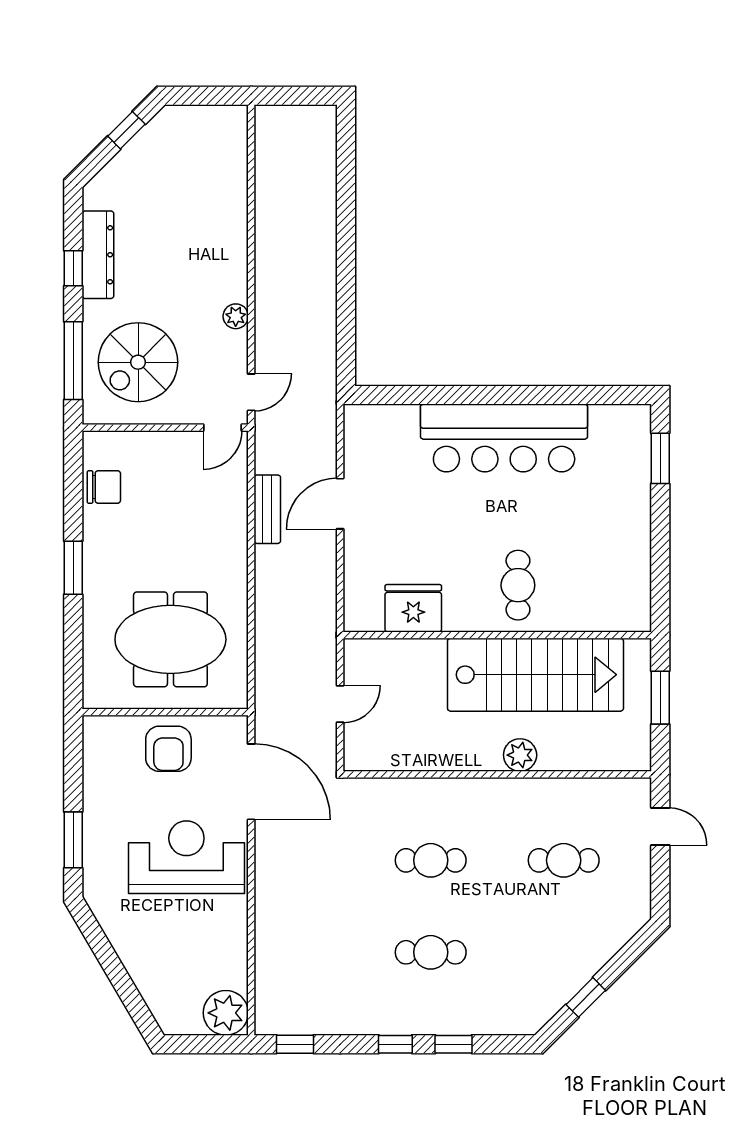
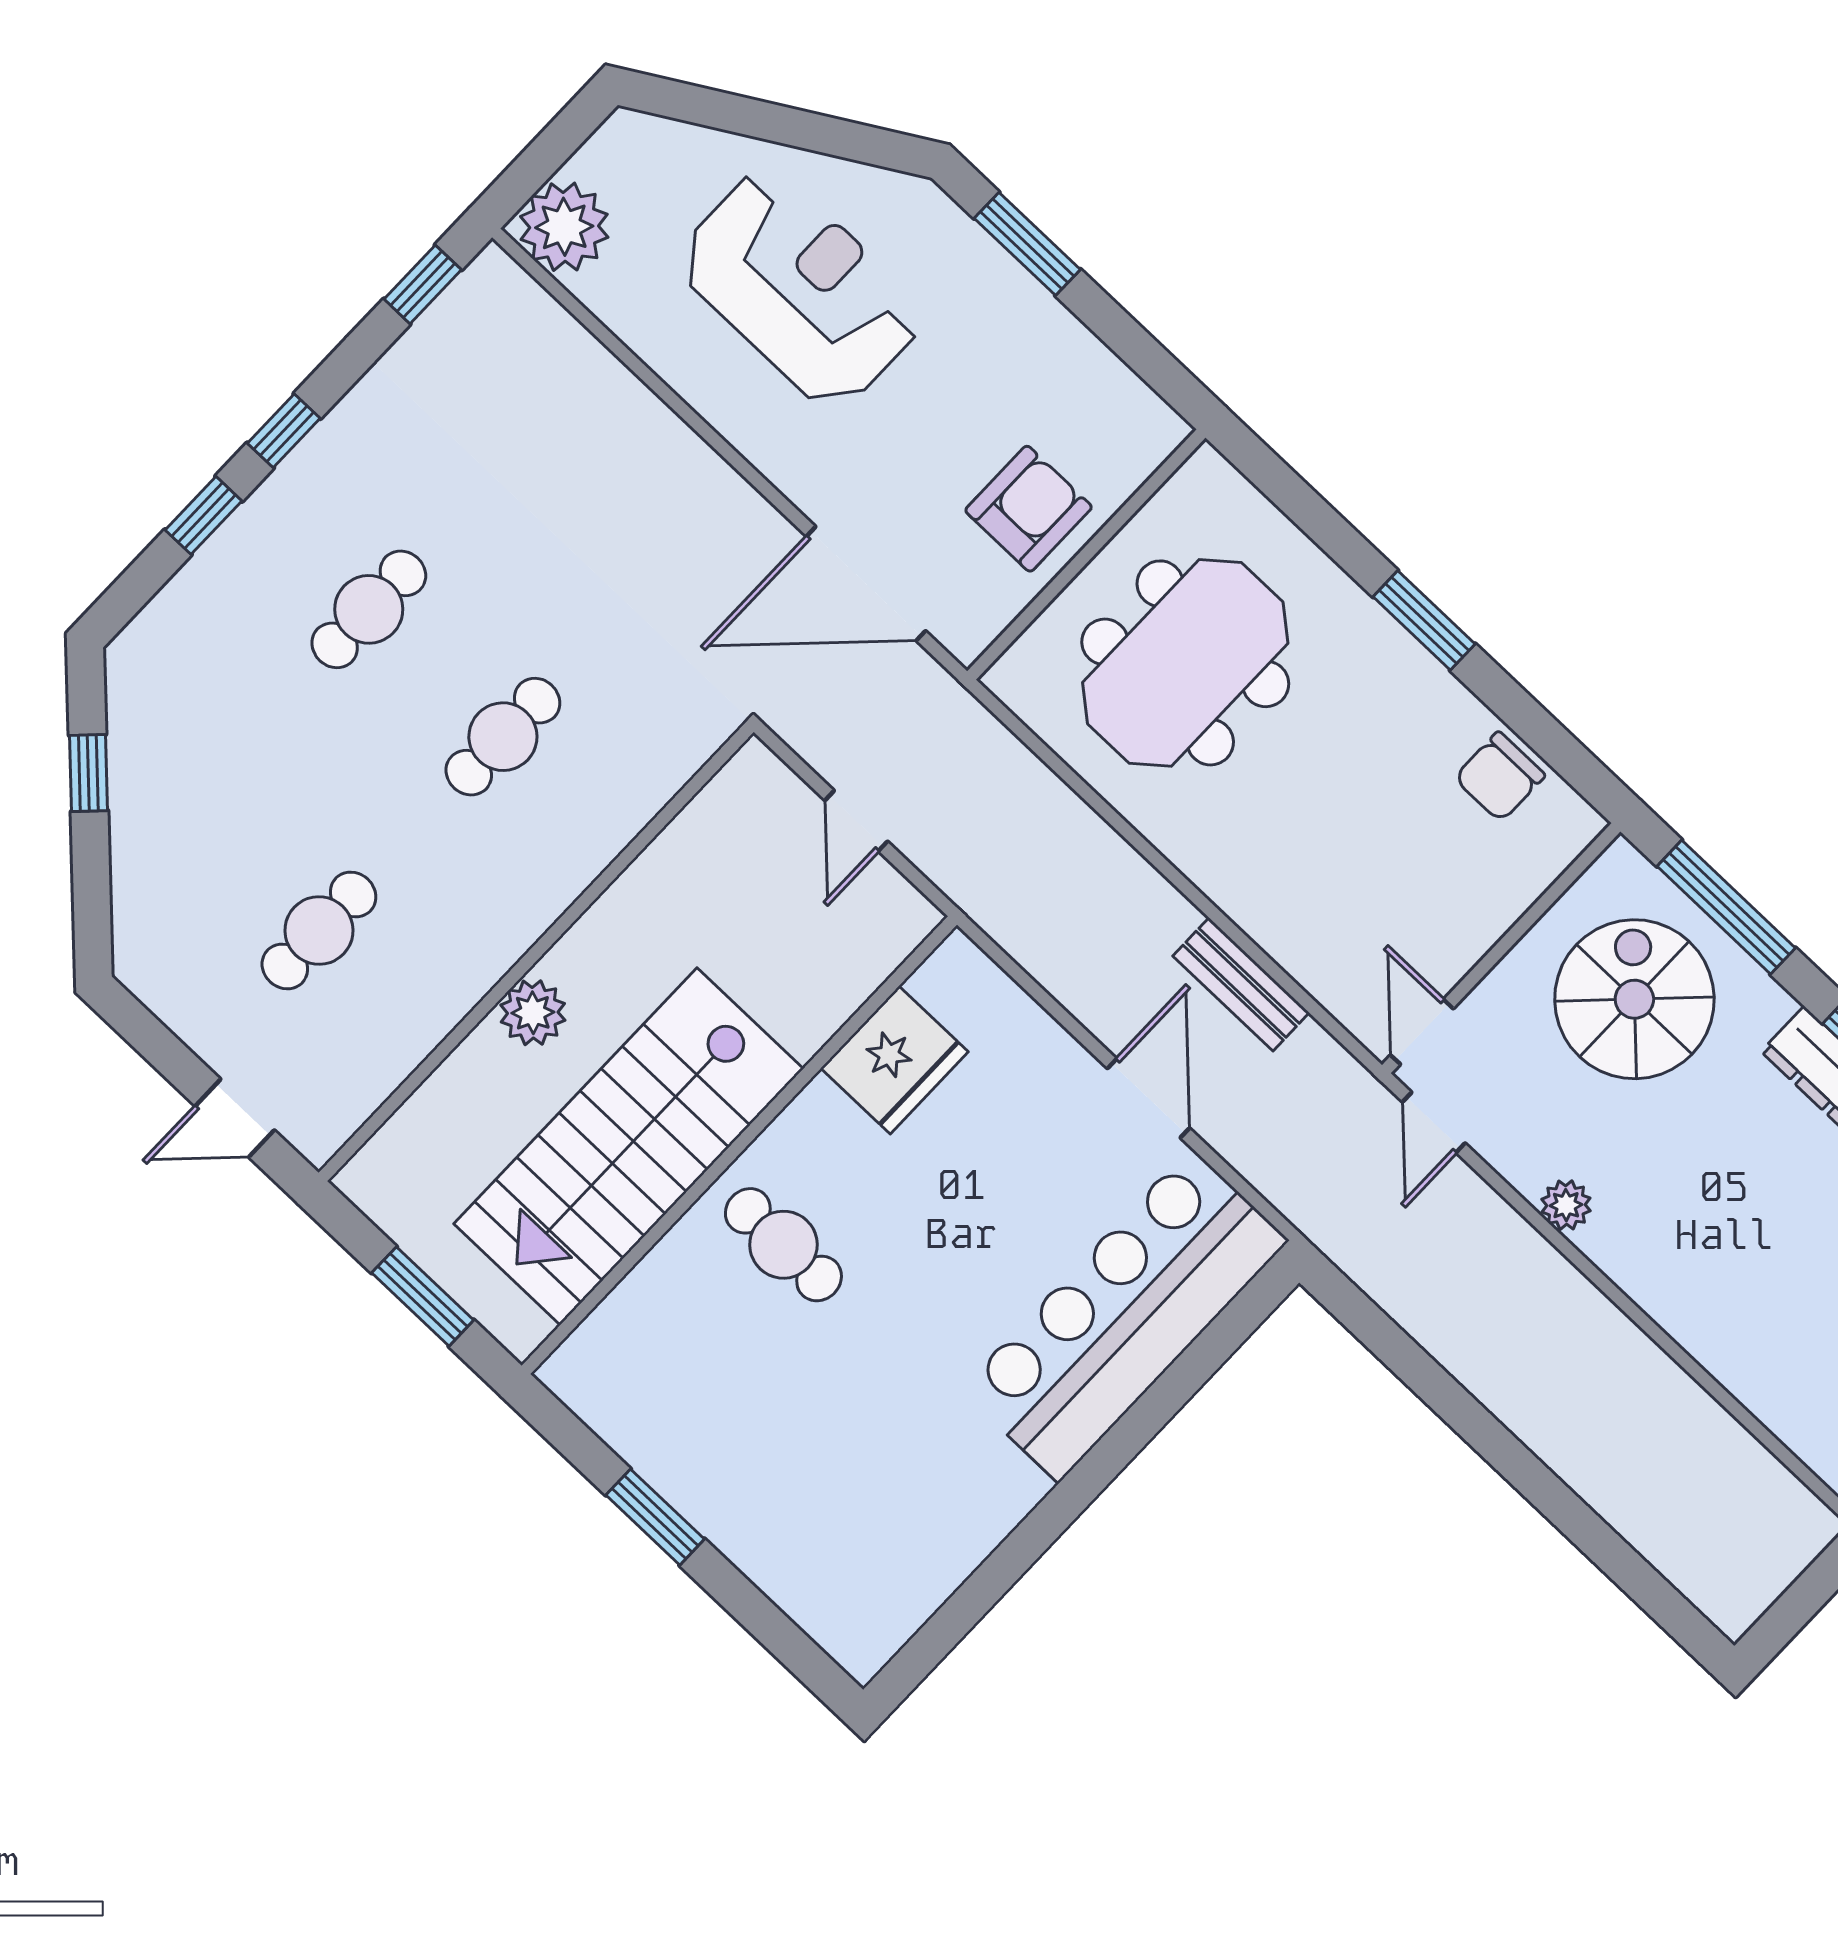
bar counter: (504, 438) -> (1125, 1315), moved
window: (660, 458) -> (655, 1517), moved
armchair: (168, 749) -> (1029, 509), turned 90
reception desk: (186, 857) -> (800, 289), moved, turned -90

